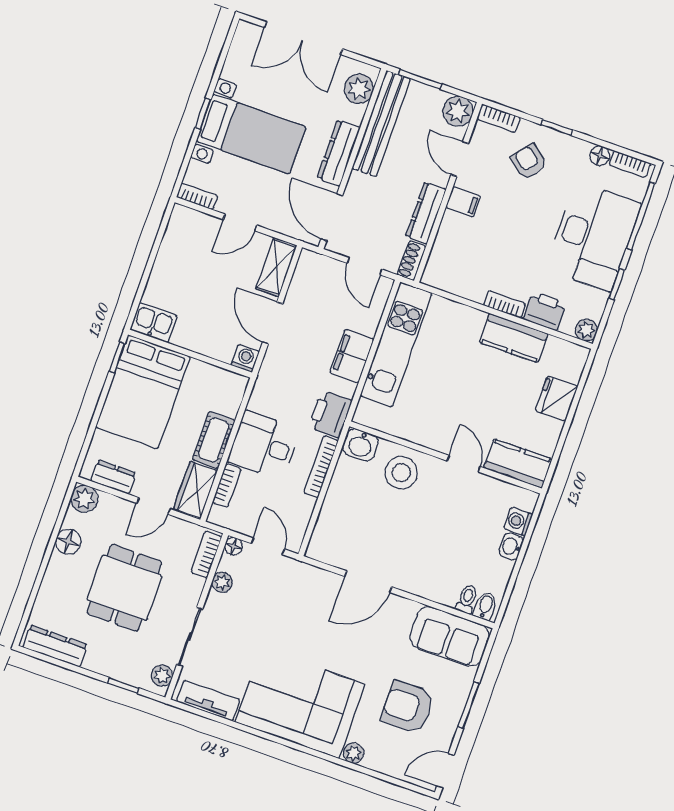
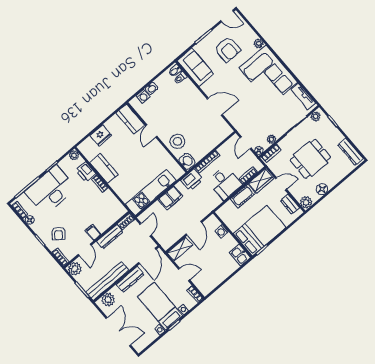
washing machine: (245, 358) -> (222, 232), moved

